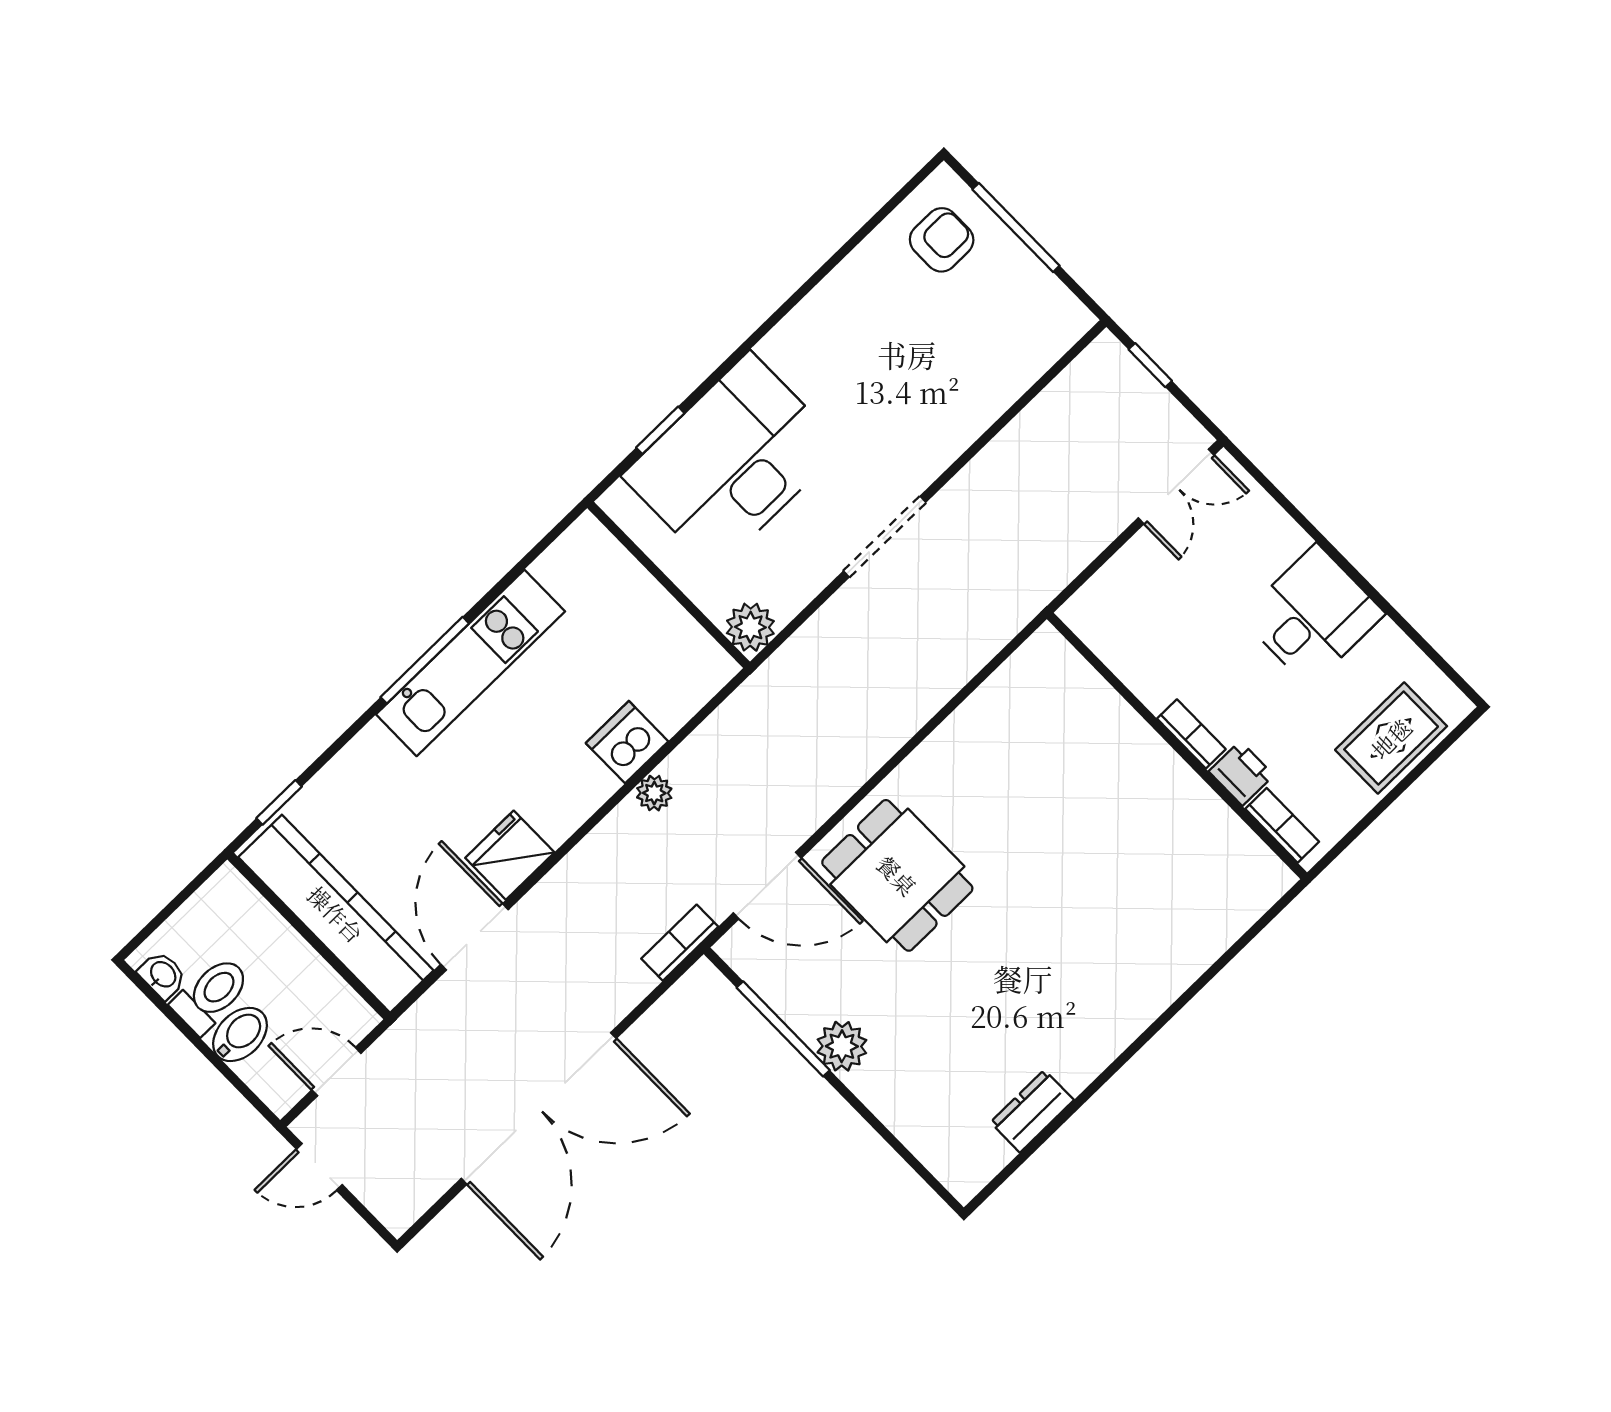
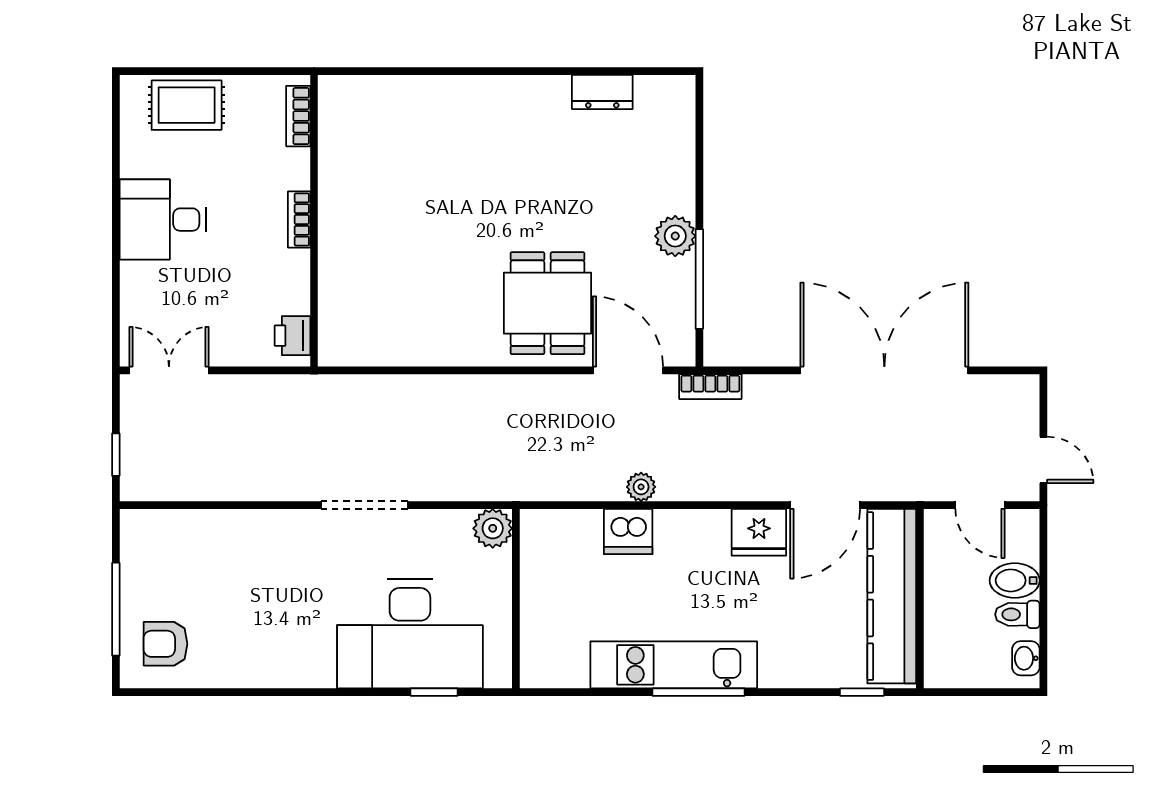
printer: (1241, 773) -> (292, 336), moved
toilet: (211, 995) -> (1017, 614), width x0.73, depth x0.72

